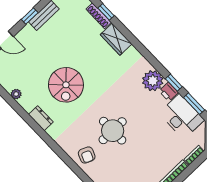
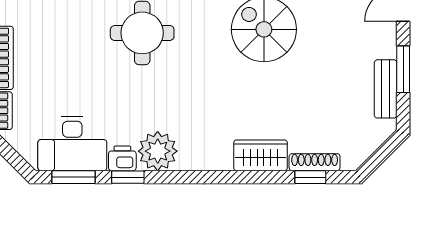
window: (30, 16) -> (403, 69), width x1.50

